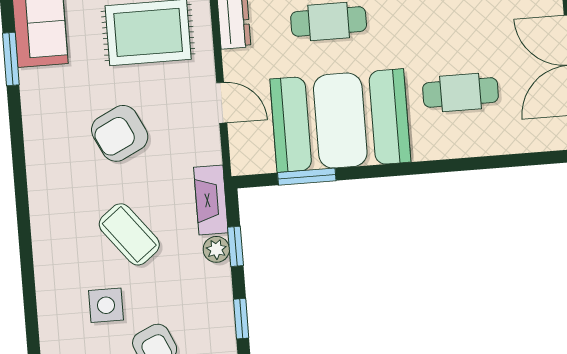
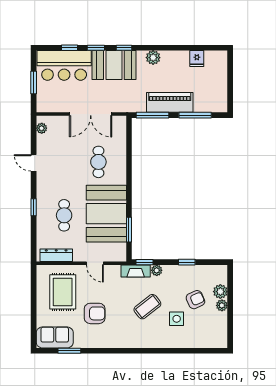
door: (222, 103) -> (95, 263), swing flipped
armchair: (120, 133) -> (95, 313), moved, turned -64
window: (235, 246) -> (144, 262), moved

